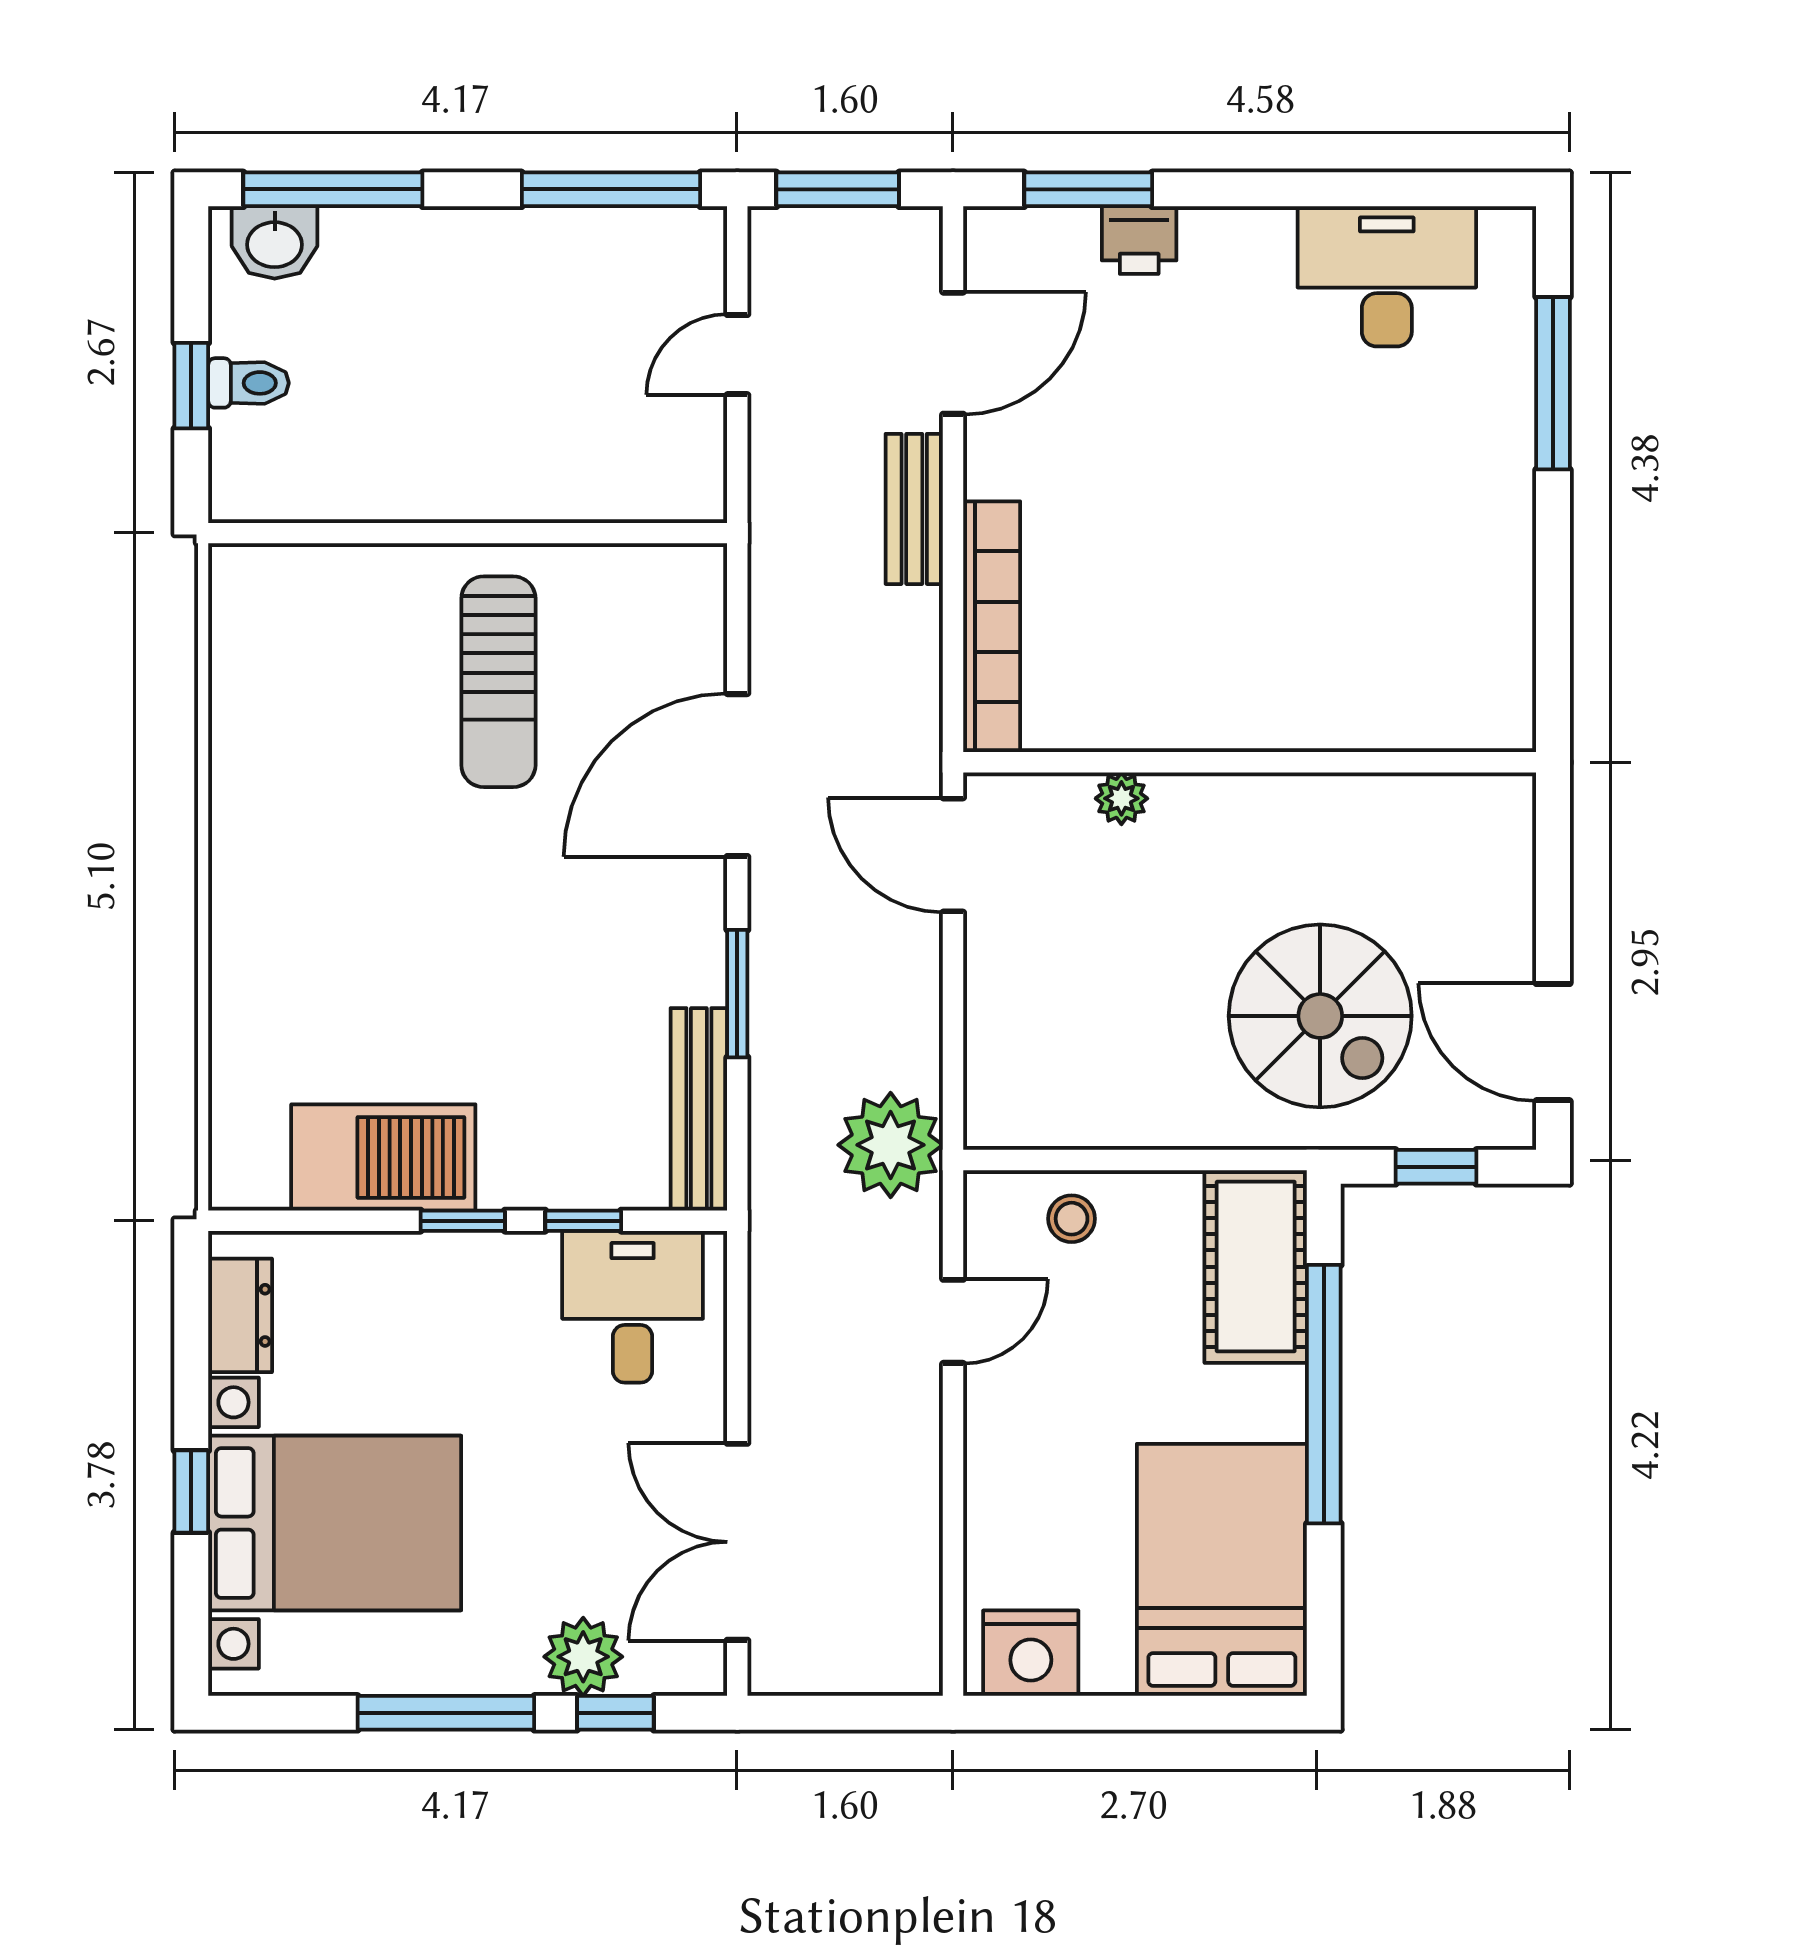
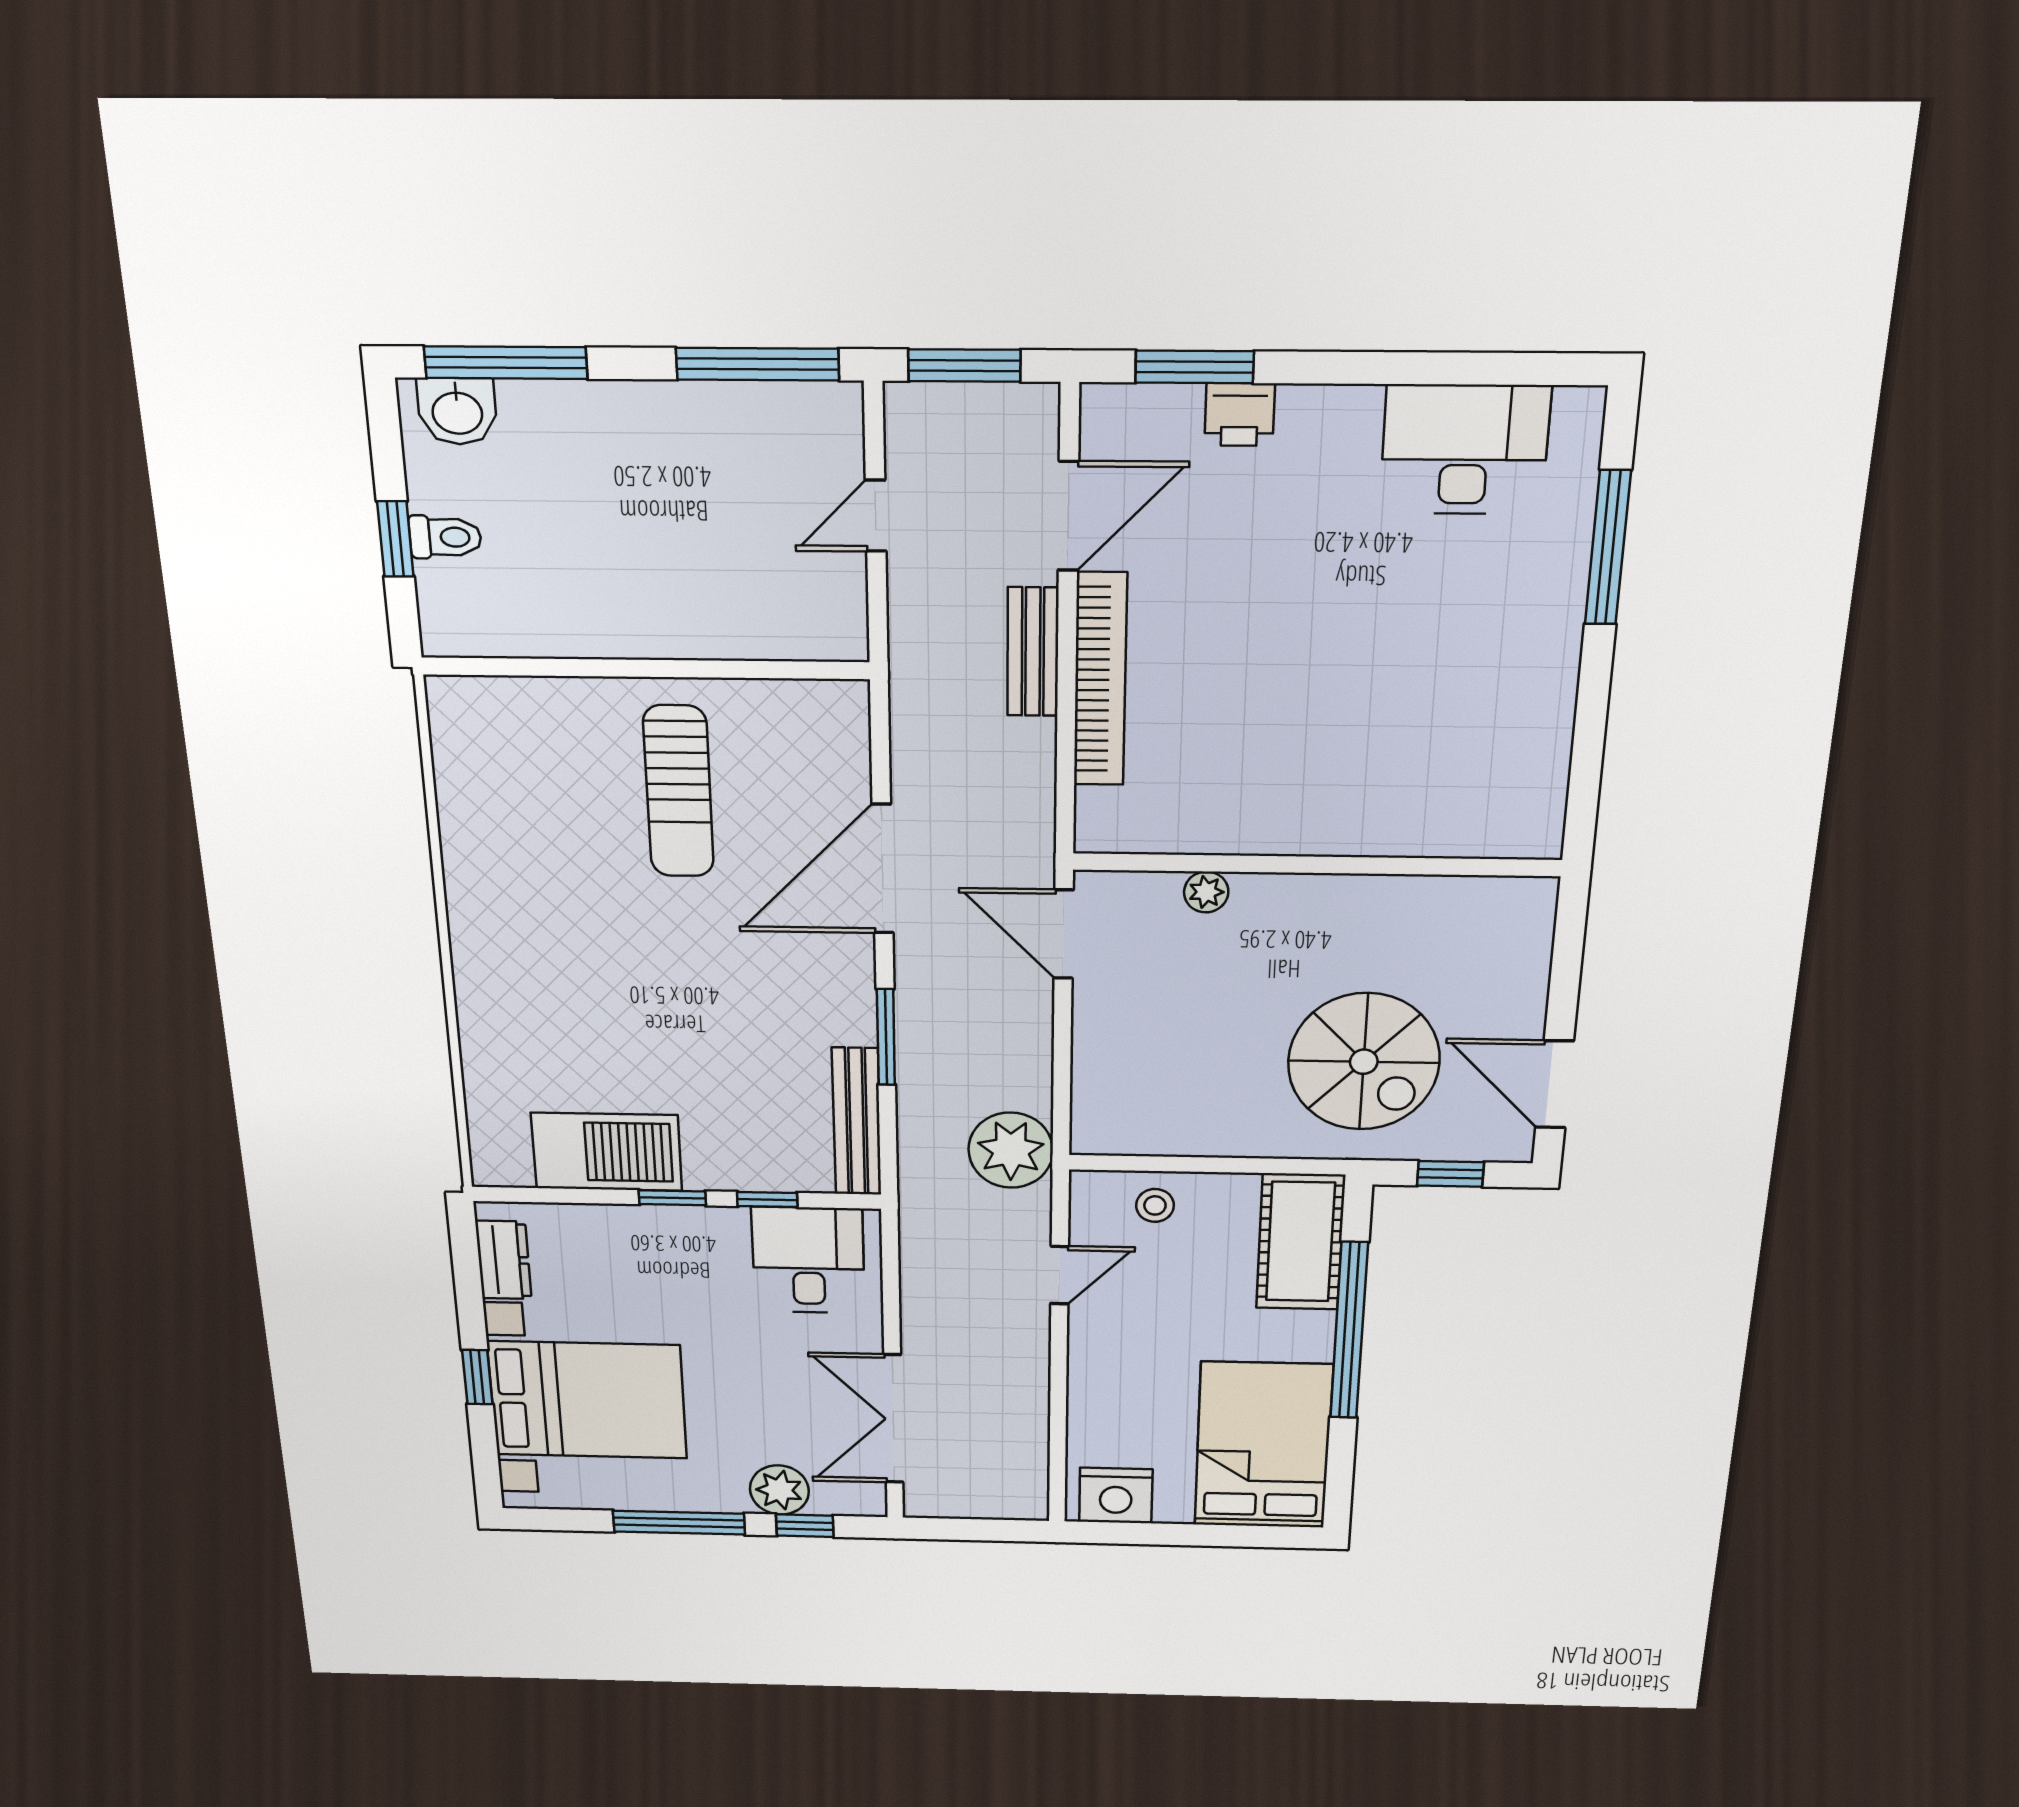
bookcase: (992, 627) -> (1100, 680), moved

